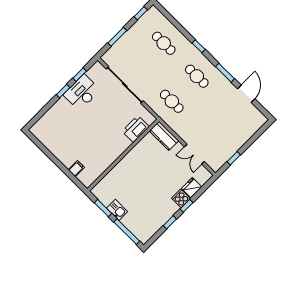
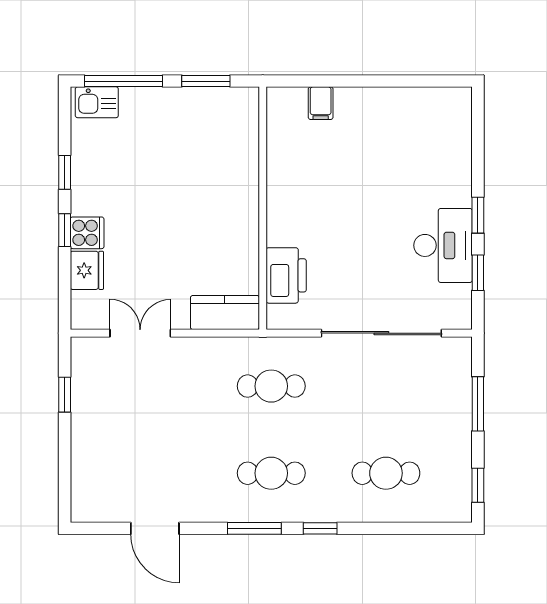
window: (225, 73) -> (254, 528), moved
kitchen sink: (117, 210) -> (97, 102), moved

